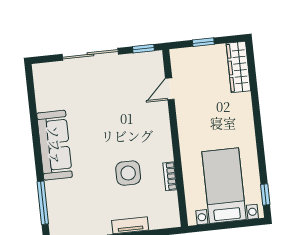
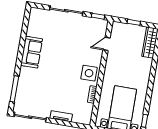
sofa: (55, 145) -> (31, 52), width x0.73
side table: (128, 173) -> (89, 73), moved

